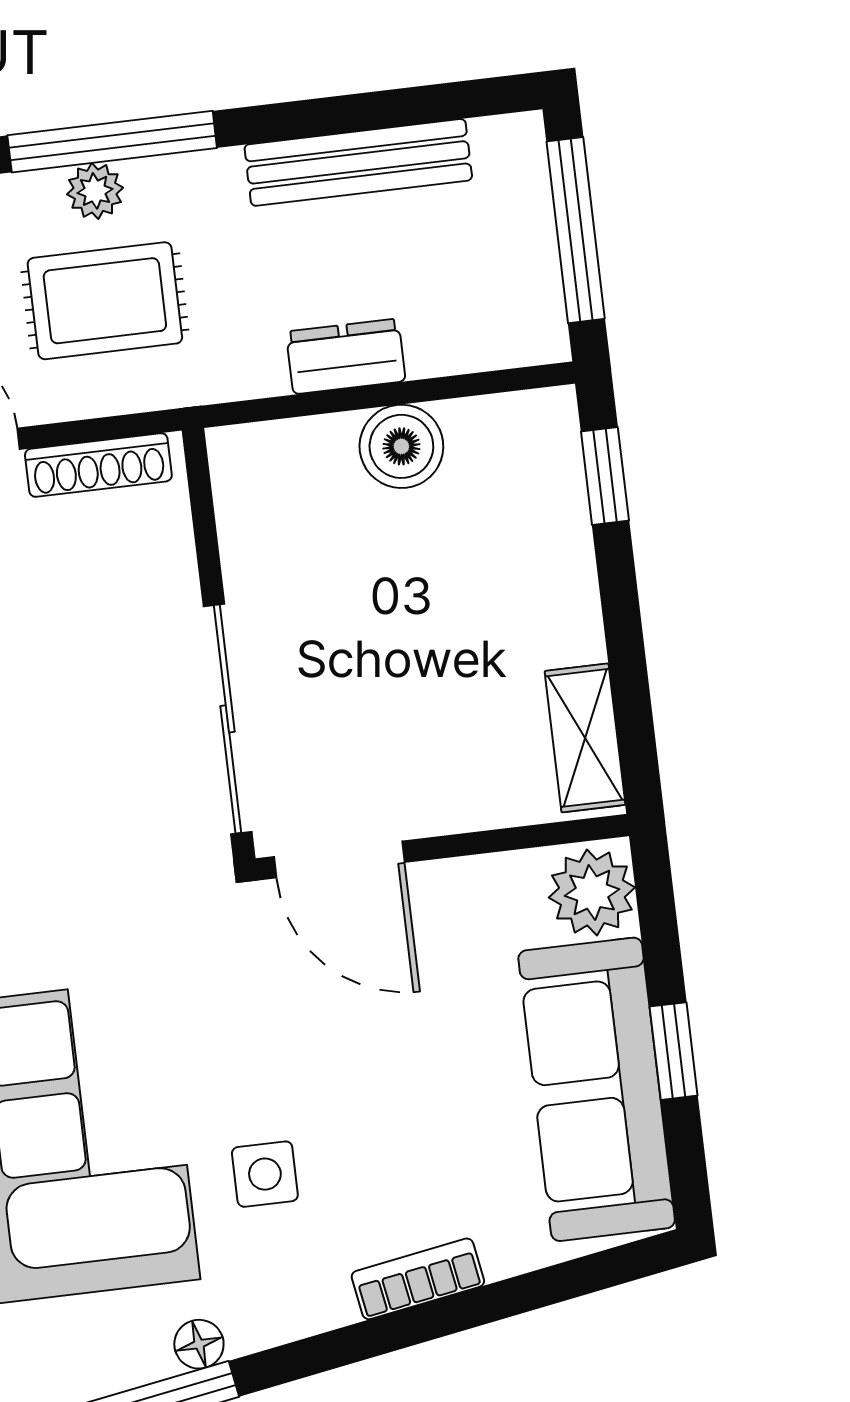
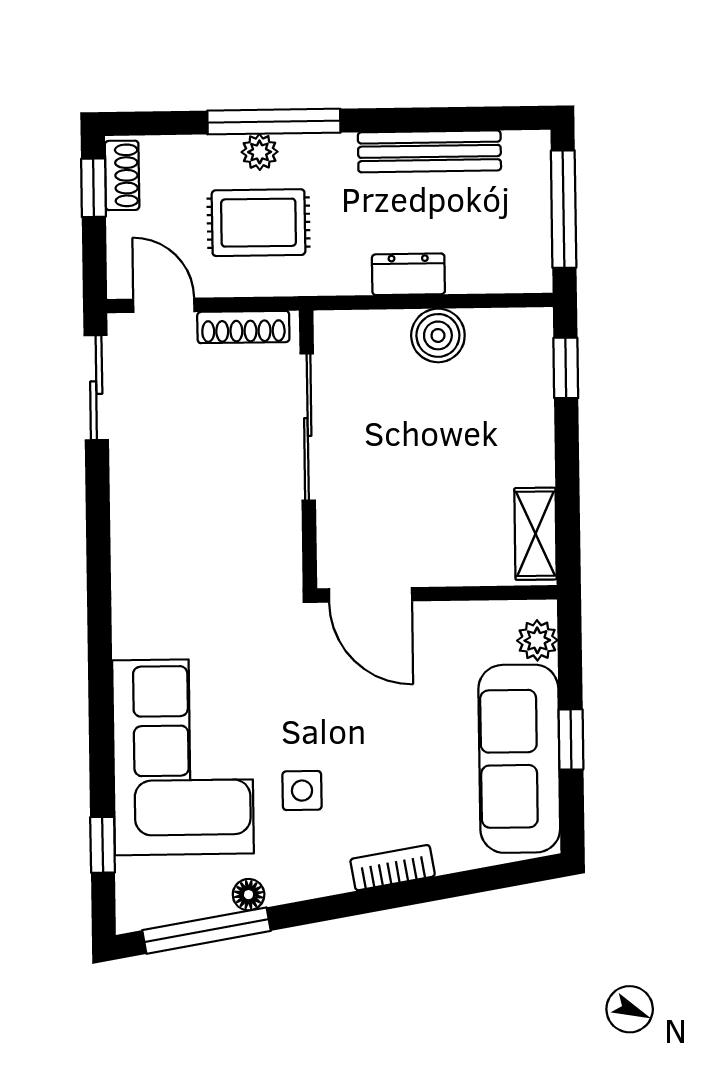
sliding door: (228, 719) -> (308, 427), moved
plant: (592, 893) -> (537, 640), width x0.73, depth x0.73

